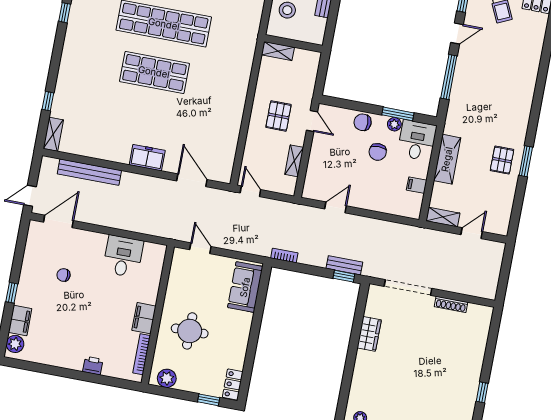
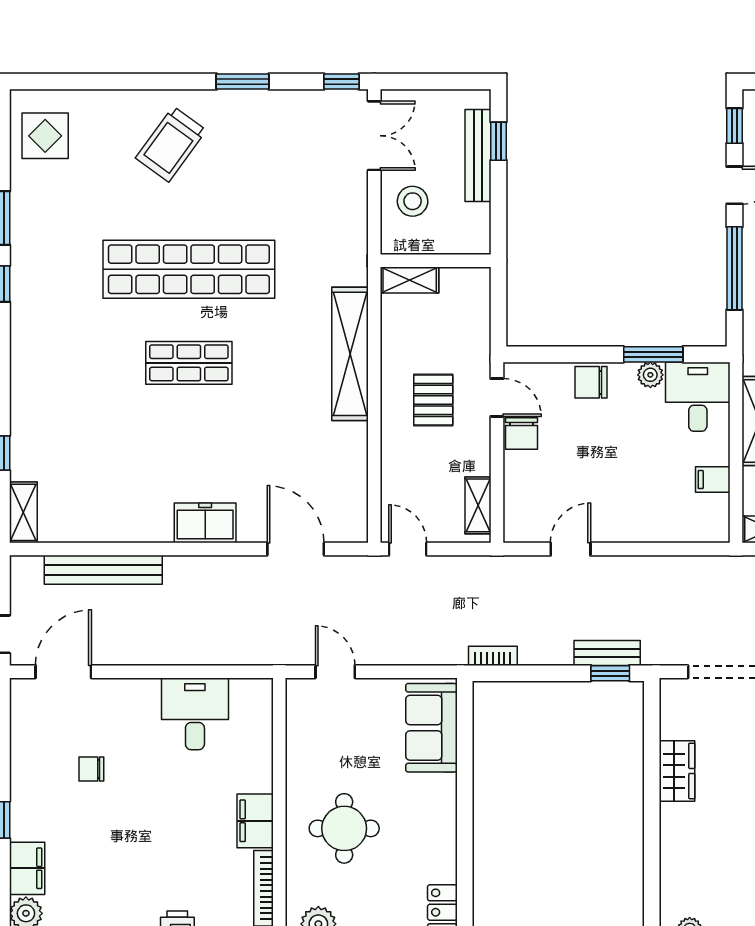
shop shelf: (154, 72) -> (189, 363), width x0.70, depth x0.74
shelving: (240, 84) -> (350, 354), added
chair: (378, 152) -> (522, 434), moved
shelving: (294, 161) -> (478, 505), moved

